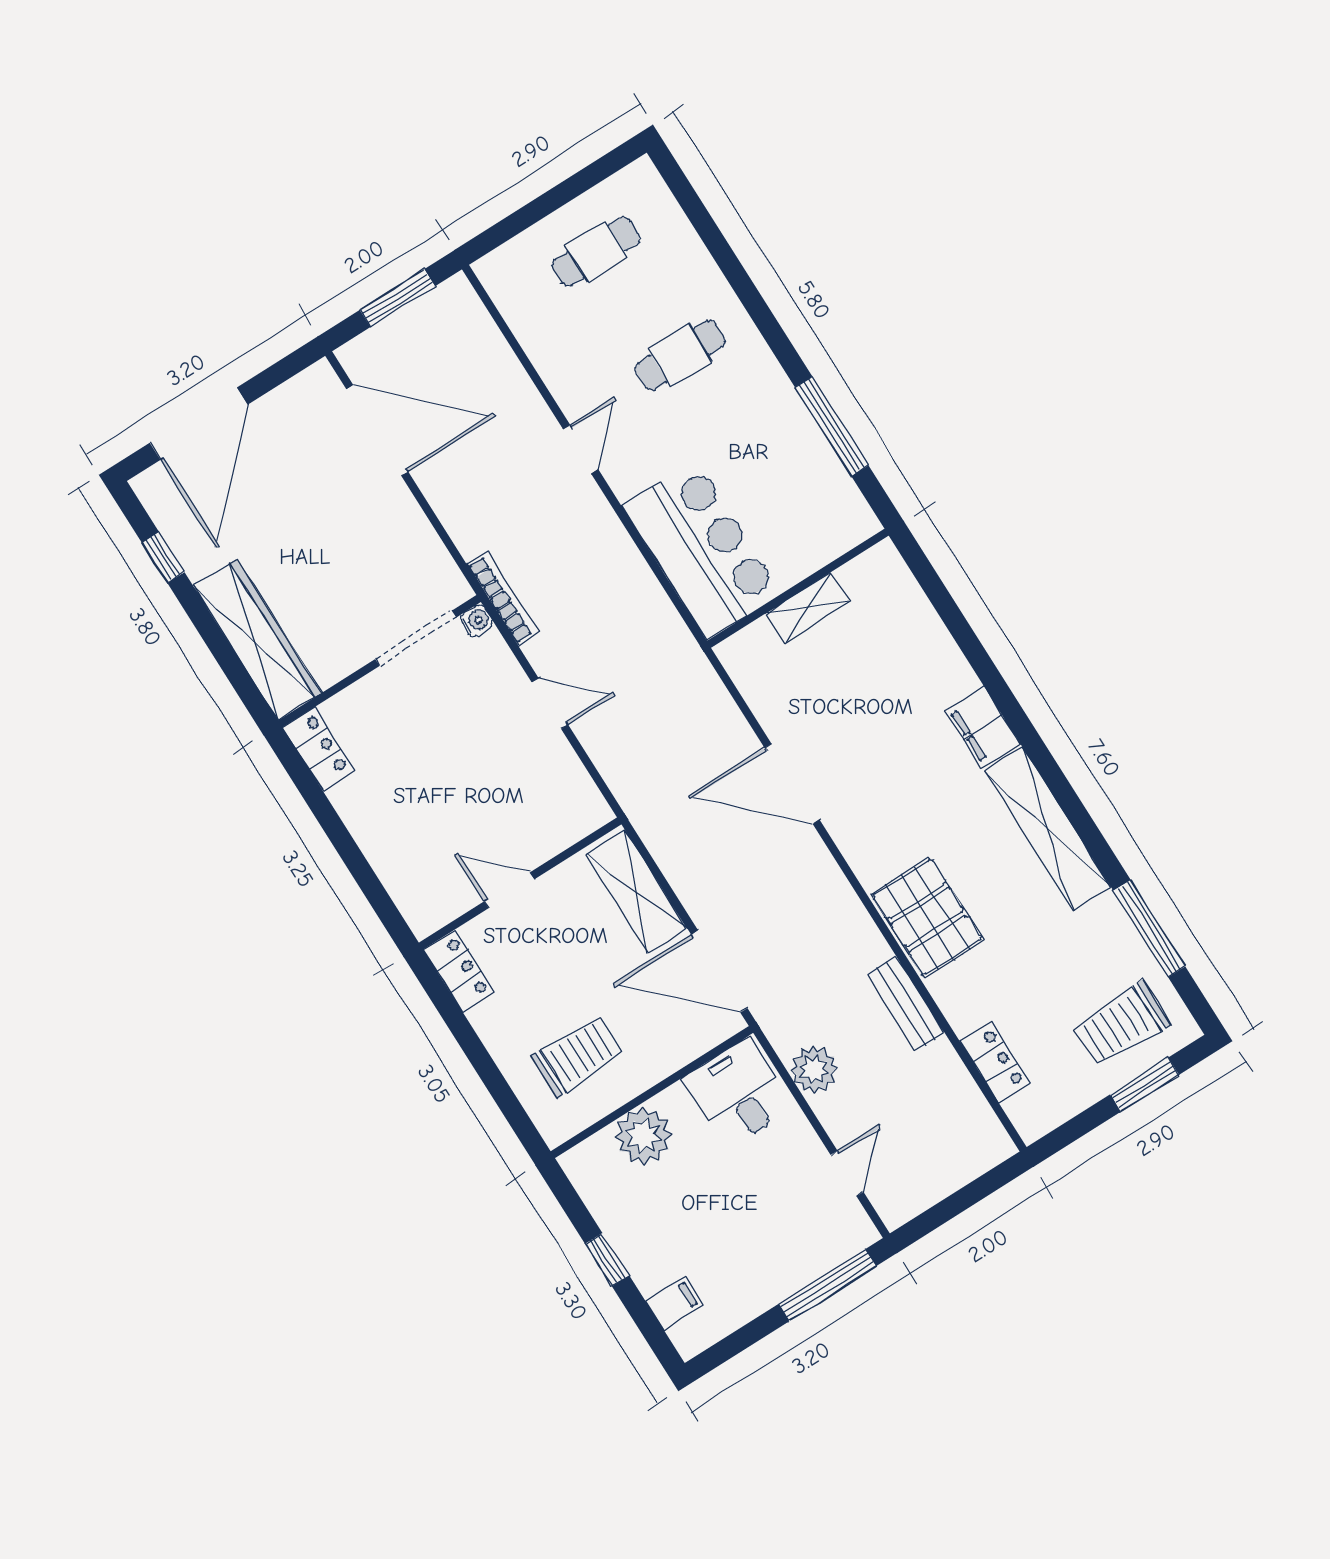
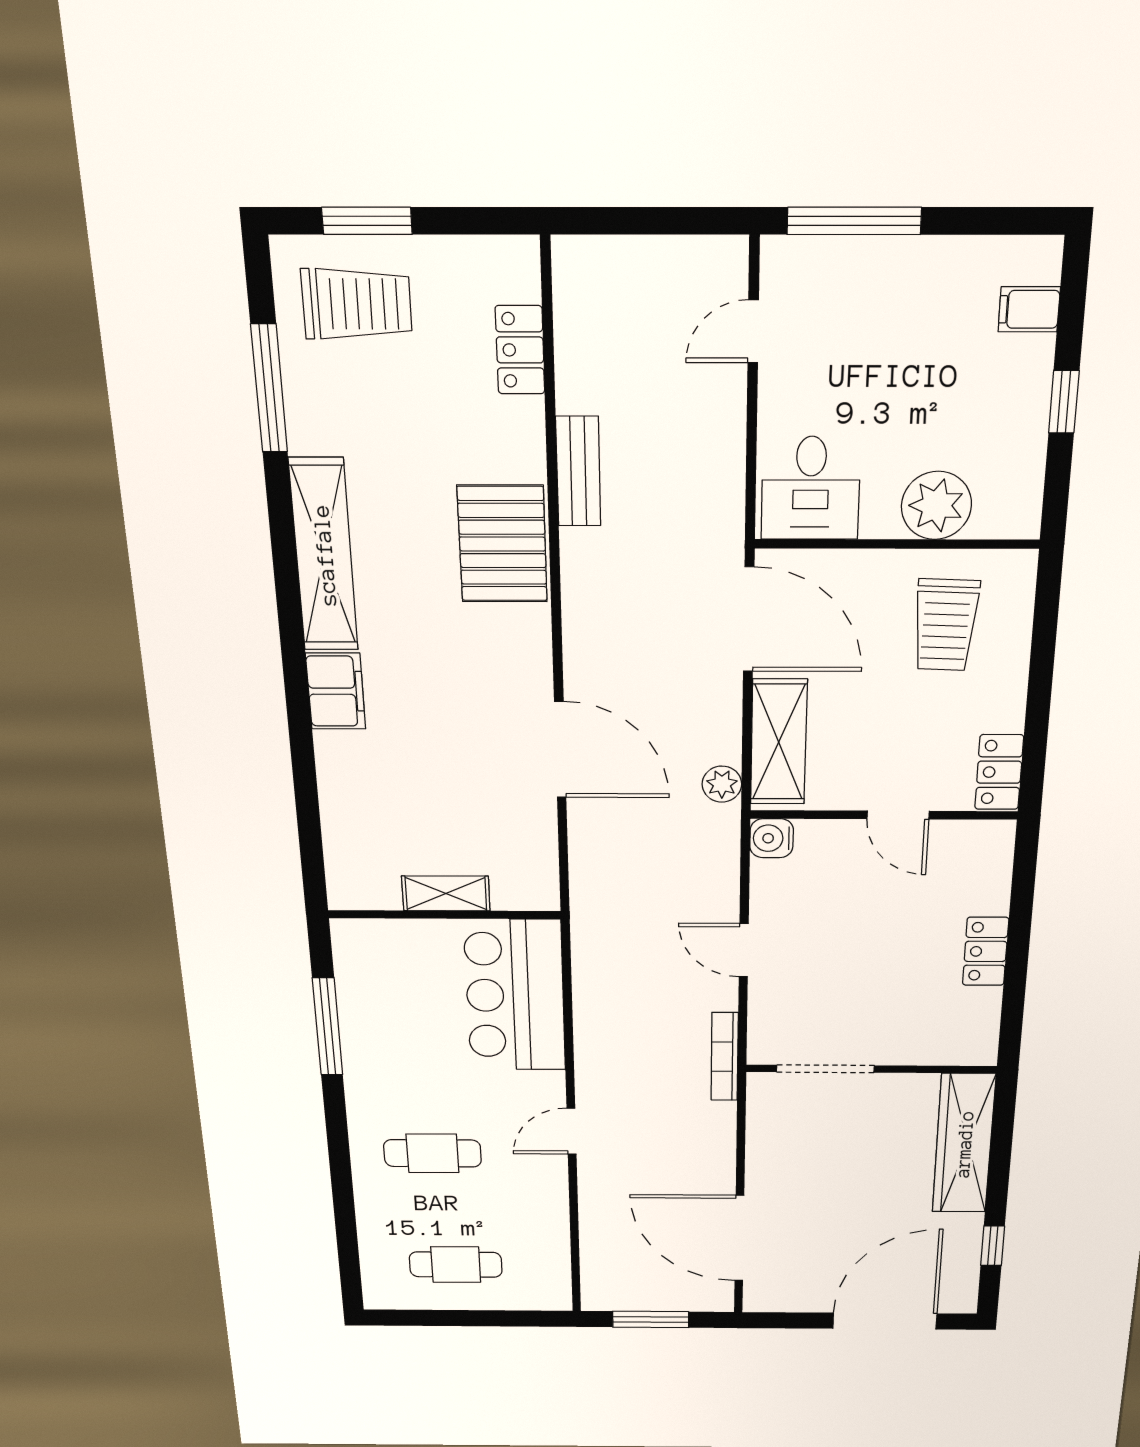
water cooler: (477, 621) -> (772, 838), moved, width x1.38, depth x1.38
locker: (318, 749) -> (986, 951), moved
trolley: (577, 1056) -> (945, 625), turned -88
plant: (814, 1069) -> (722, 784), moved, width x0.73, depth x0.73

